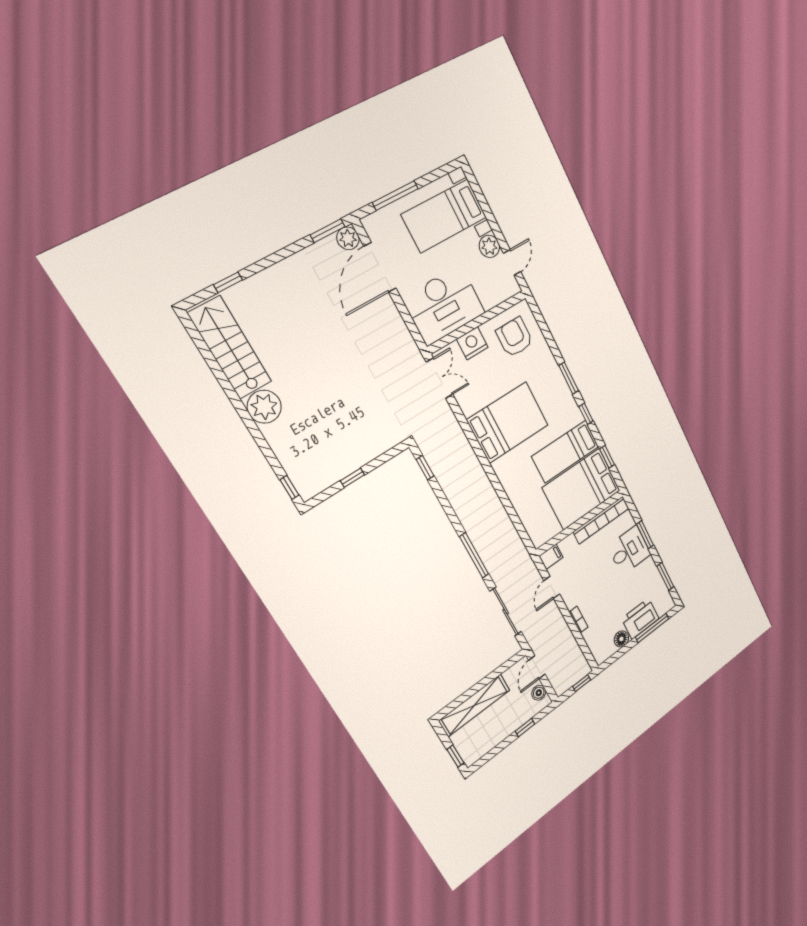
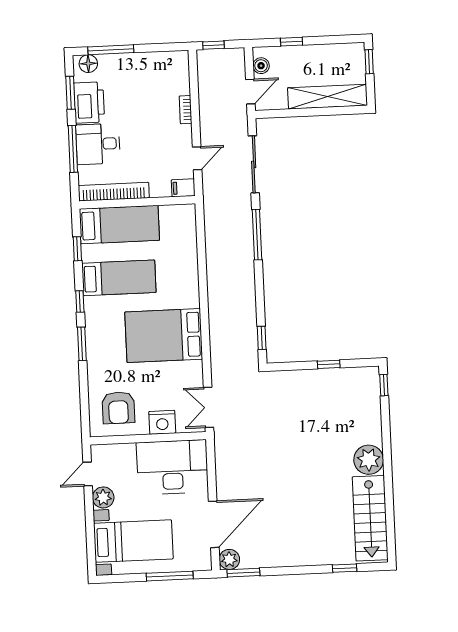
bed: (582, 489) -> (119, 225), width x0.67
window: (645, 535) -> (73, 149), width x1.44
printer: (640, 619) -> (89, 103), moved, turned -90
floor lamp: (621, 639) -> (88, 64), moved

